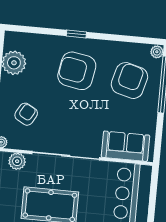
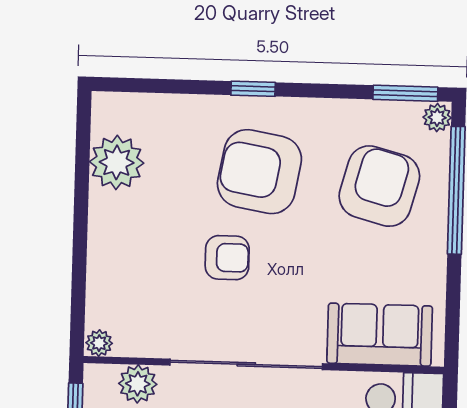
window: (144, 40) -> (405, 93), added
armchair: (26, 114) -> (227, 258), moved, turned 61

